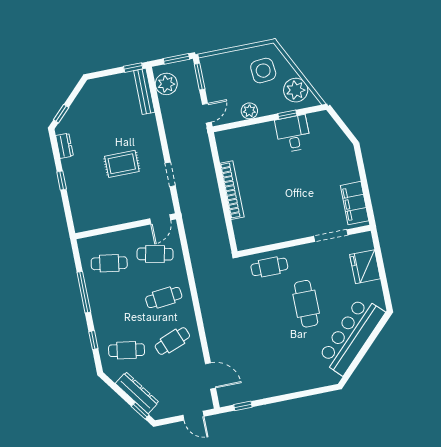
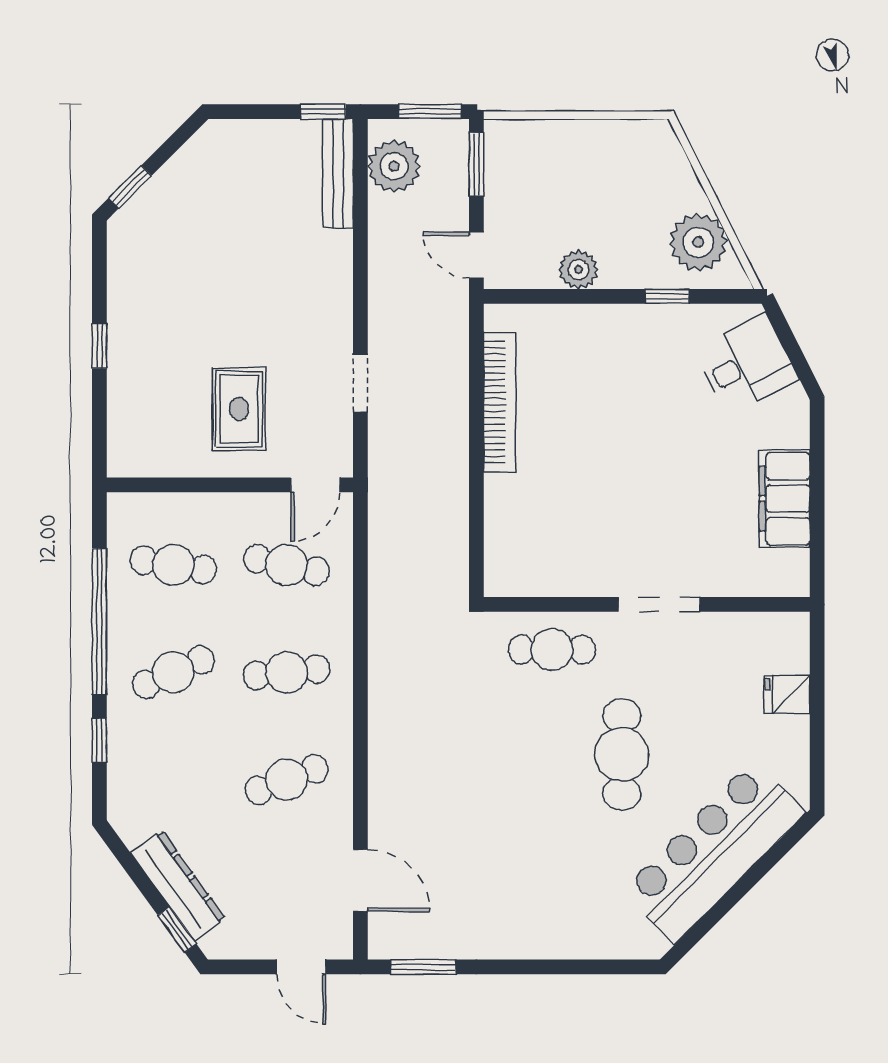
side table: (263, 71) -> (630, 180), removed
door: (207, 113) -> (476, 255), swing flipped
desk: (293, 134) -> (746, 364), moved, turned 63
dresser: (64, 146) -> (123, 265), removed
rug: (122, 164) -> (239, 409), moved, turned 90
bookcase: (232, 190) -> (500, 402), moved
filing cabinet: (355, 203) -> (785, 499), moved
doorway: (331, 236) -> (659, 604), moved
fridge: (365, 267) -> (787, 694), width x0.53, depth x0.75
window: (84, 292) -> (99, 621), width x1.46
cafe table: (127, 350) -> (173, 672), moved, turned -33
window: (243, 406) -> (423, 967), width x1.50

